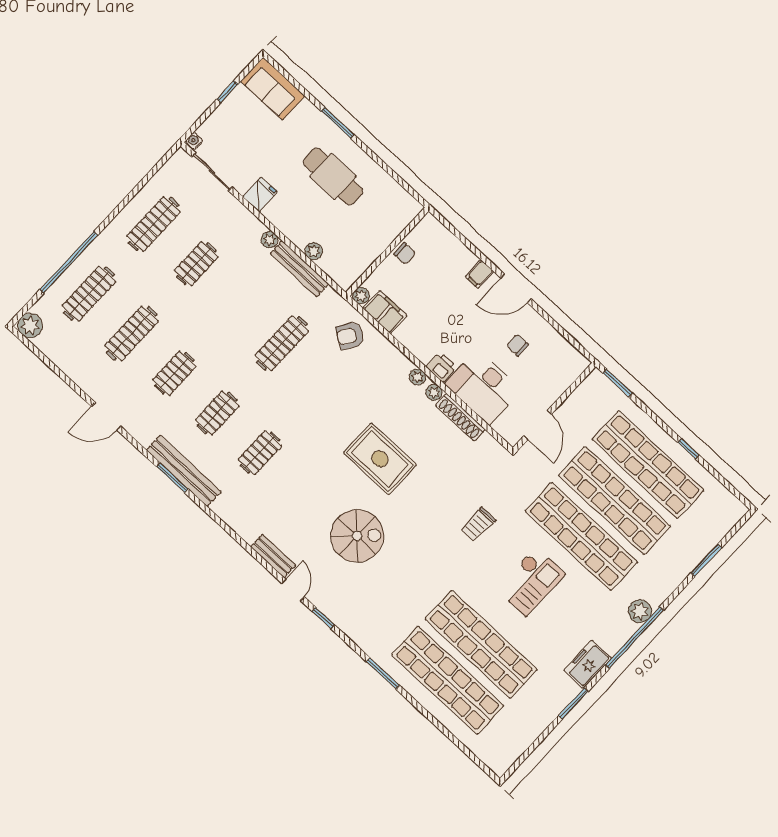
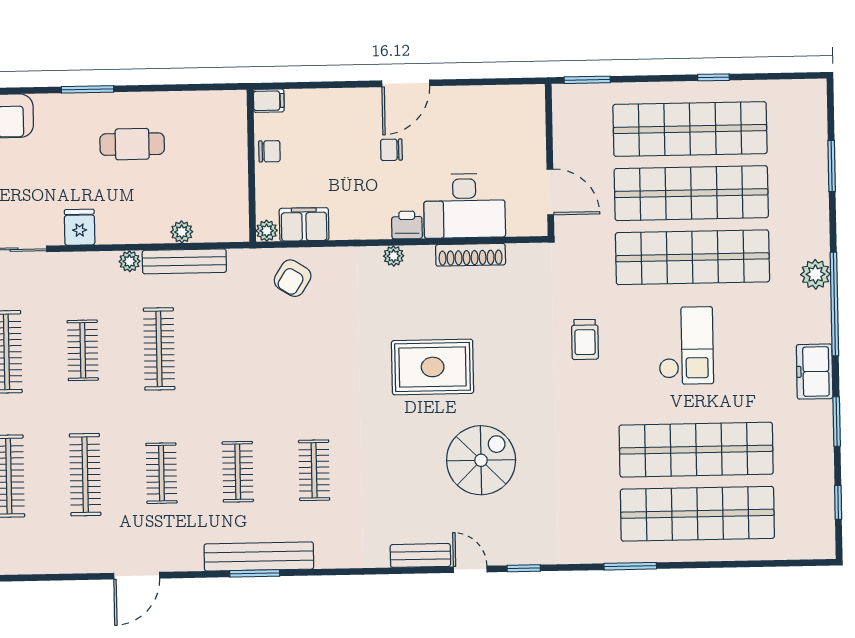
cafe table: (333, 177) -> (132, 144), width x0.73, depth x0.74
filing cabinet: (480, 274) -> (269, 101), moved, turned -90
clothes rail: (282, 343) -> (159, 349), moved
chair: (518, 345) -> (391, 150), moved
plant: (434, 392) -> (423, 255), removed
window: (531, 749) -> (838, 502), added

